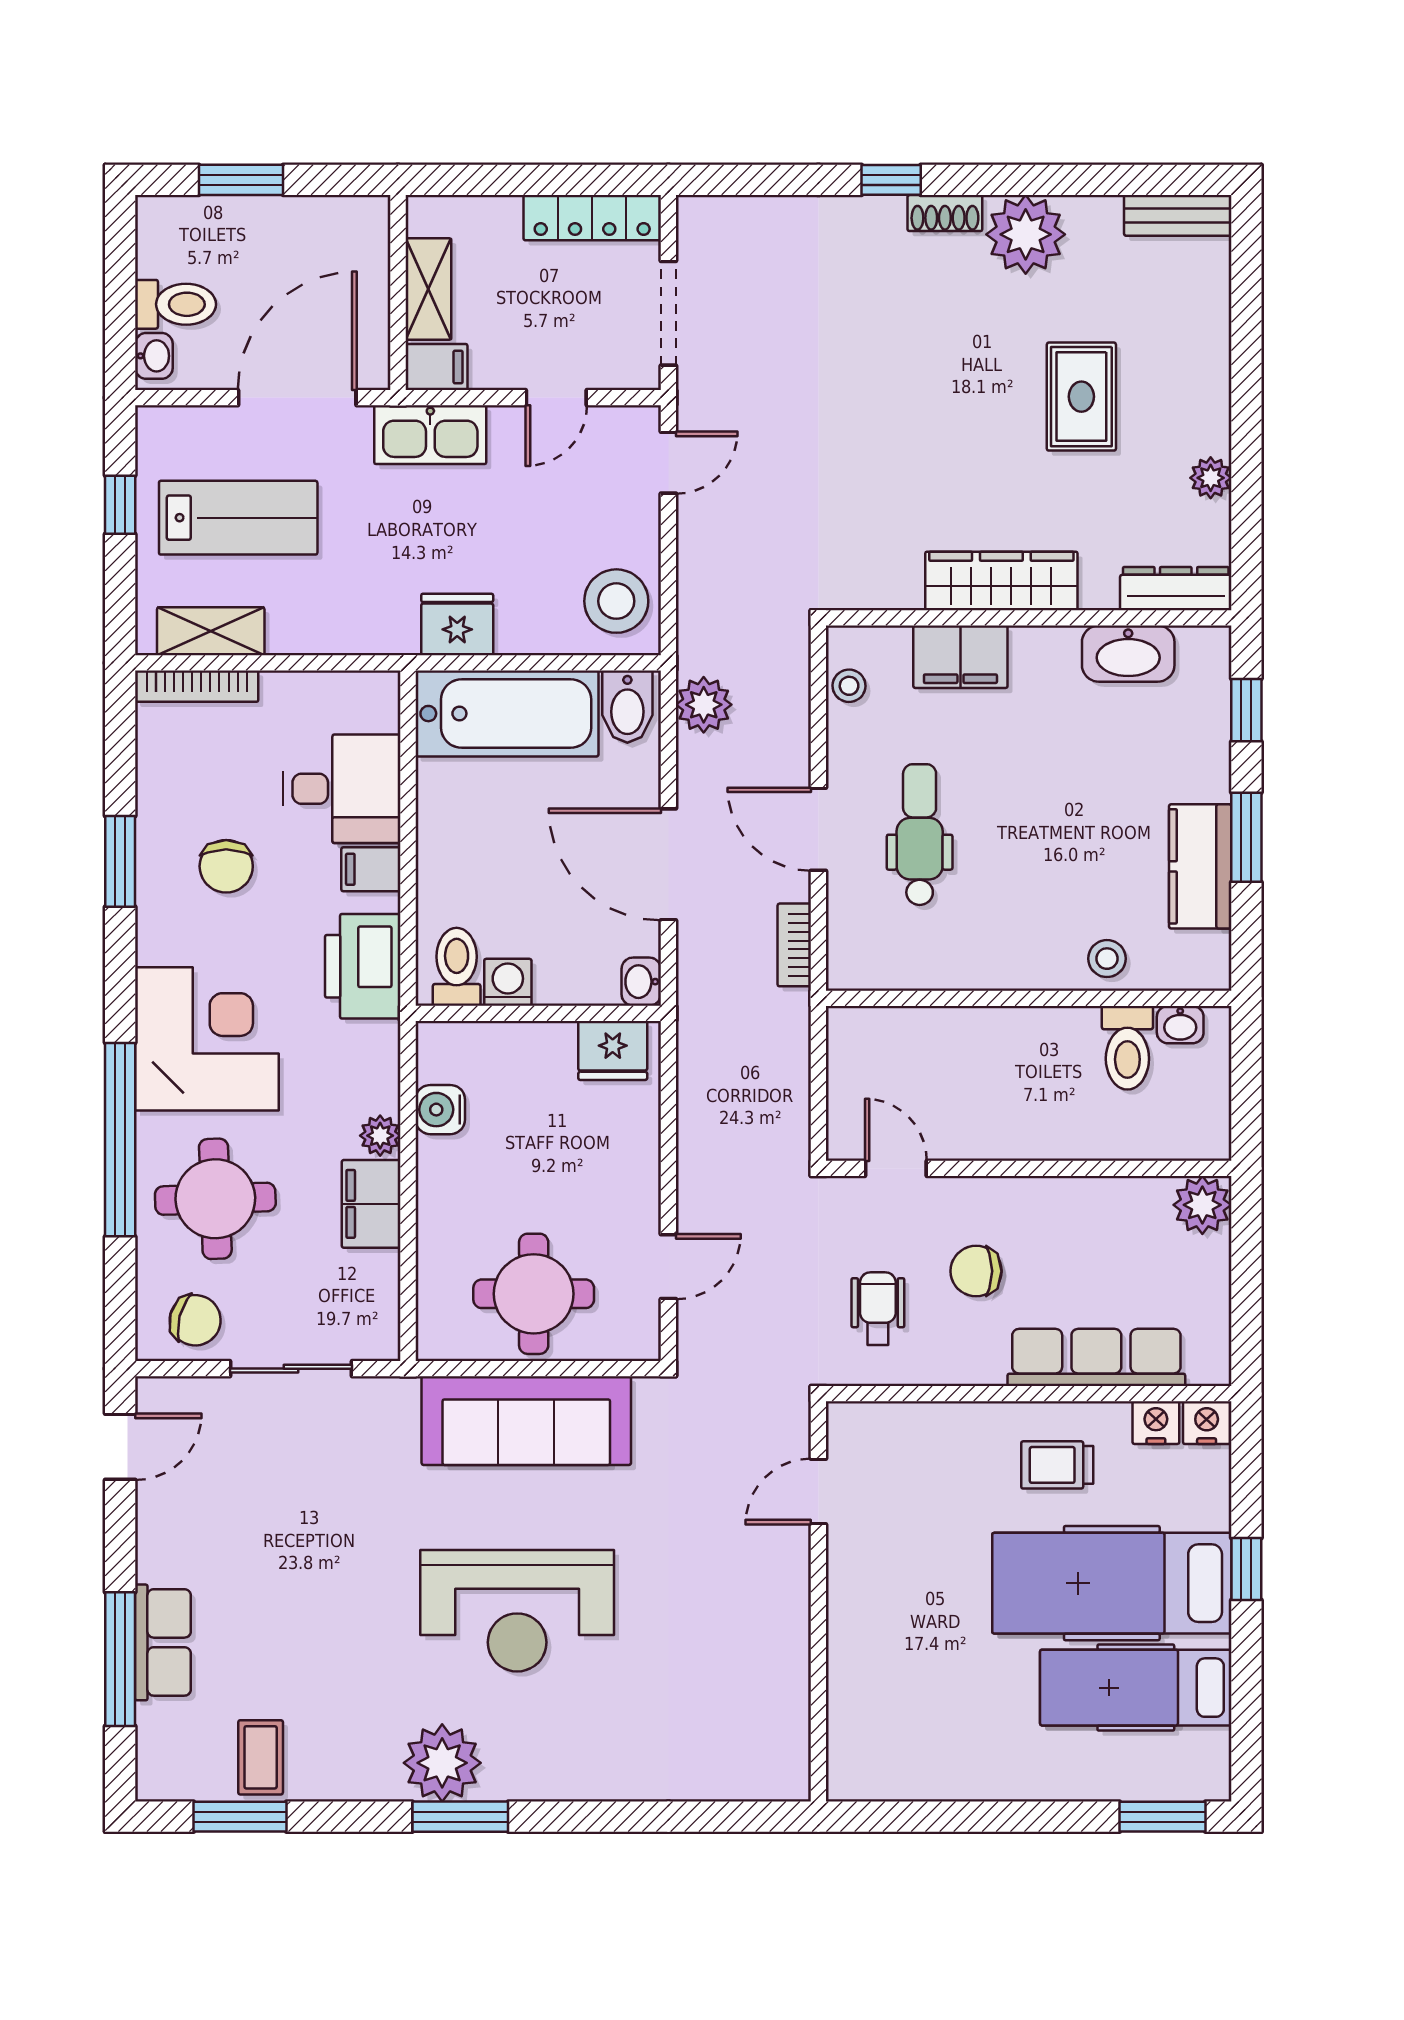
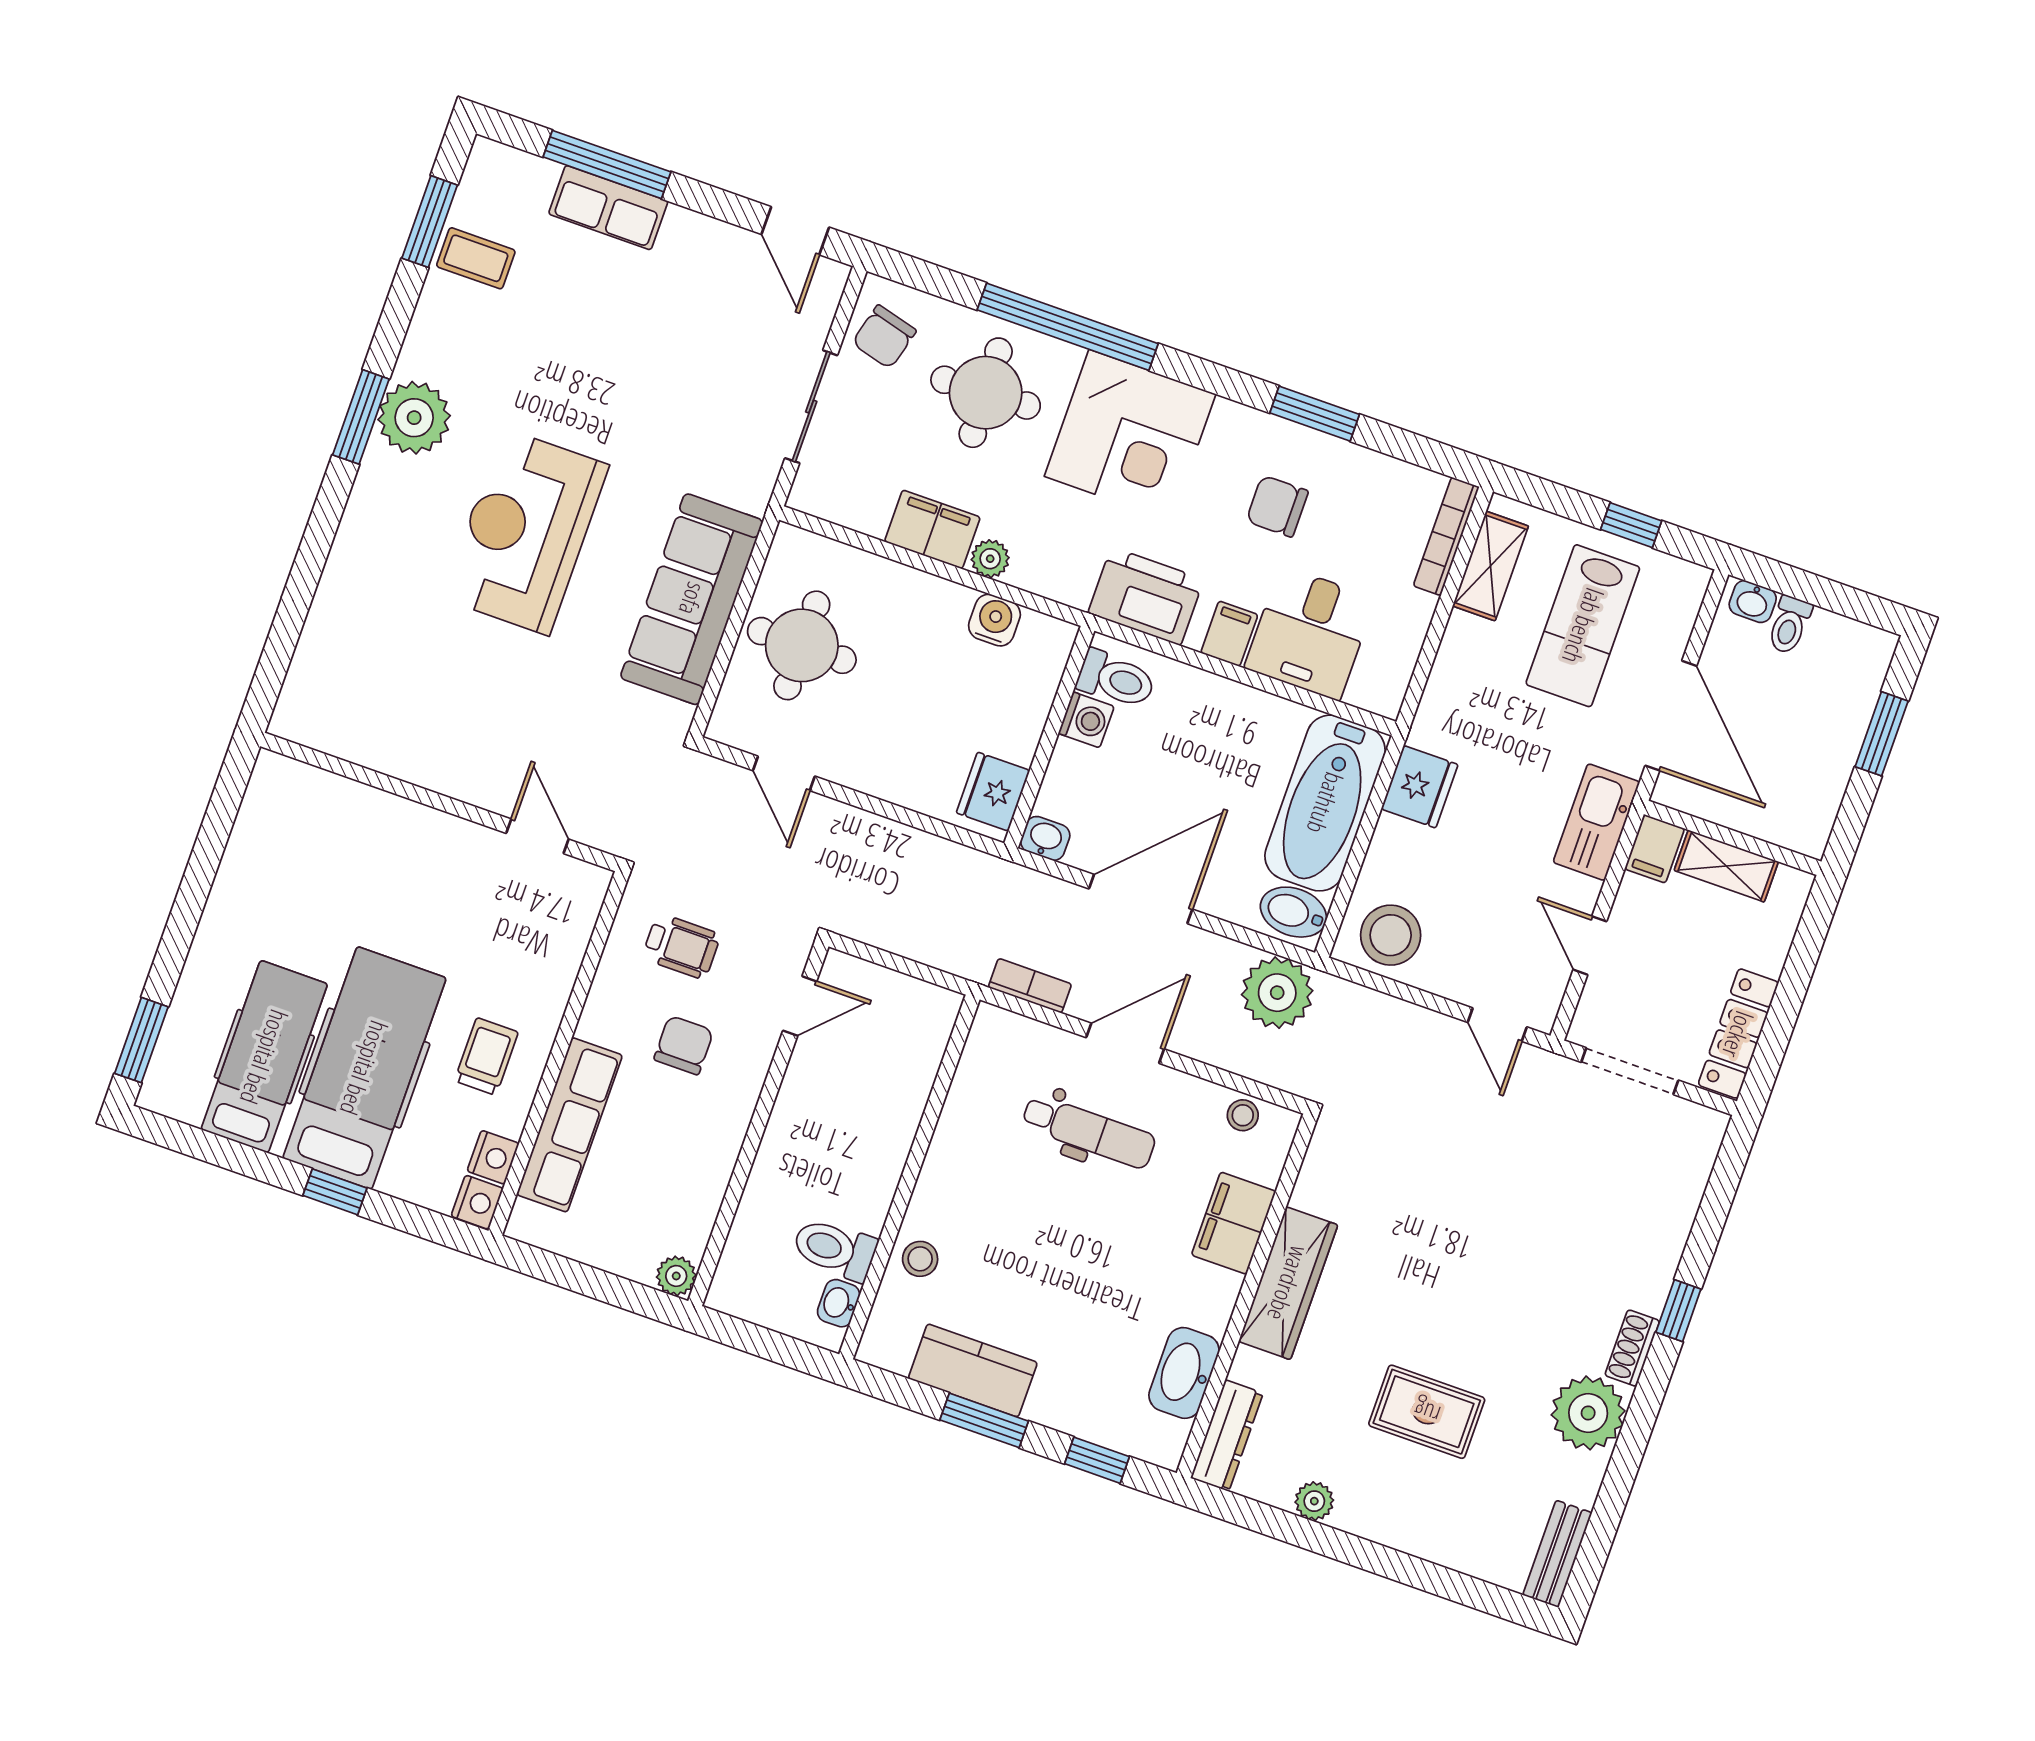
toilet: (176, 304) -> (1789, 625), width x0.73, depth x0.72
plant: (704, 705) -> (1277, 993), width x1.36, depth x1.36
plant: (1202, 1205) -> (676, 1276), width x0.73, depth x0.73

